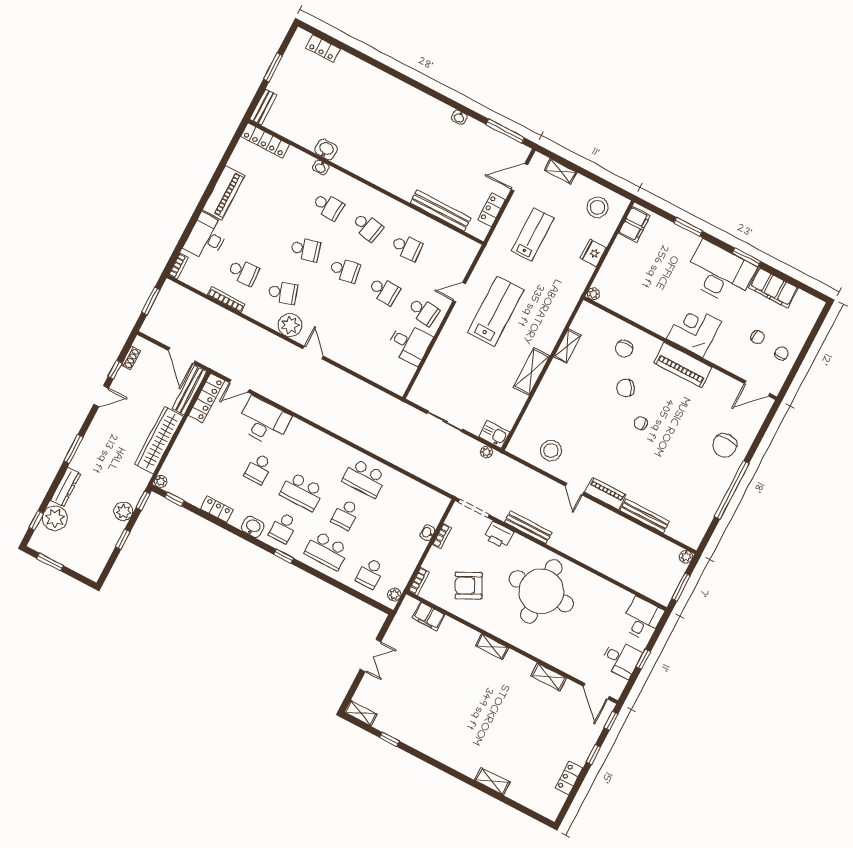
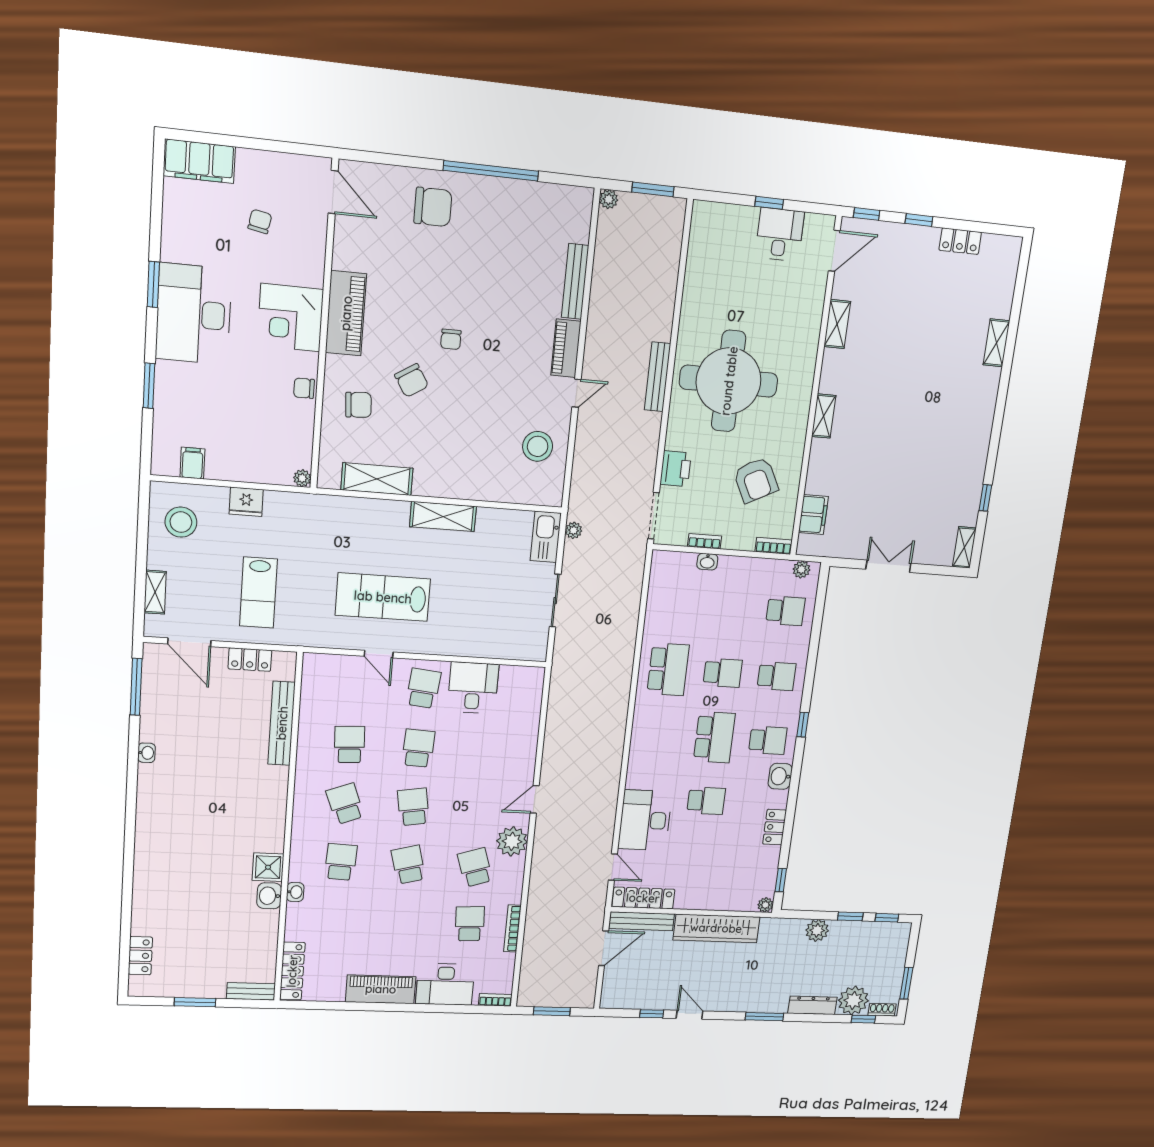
shower: (346, 158) -> (268, 867), added
filing cabinet: (634, 224) -> (192, 463), width x0.50
school desk: (367, 227) -> (345, 804), turned -33
lab bench: (533, 234) -> (258, 593), turned -90
filing cabinet: (773, 288) -> (199, 161), moved, turned 90
shelving: (567, 346) -> (377, 479), width x1.50, depth x1.33
chair: (781, 353) -> (304, 388), moved
shoe rack: (131, 358) -> (882, 1010), moved
kitchen sink: (494, 434) -> (546, 537), width x1.38
window: (143, 501) -> (887, 918), moved
bench: (528, 527) -> (658, 377), moved
school desk: (327, 551) -> (777, 676), width x0.54
desk: (642, 619) -> (716, 227), removed

